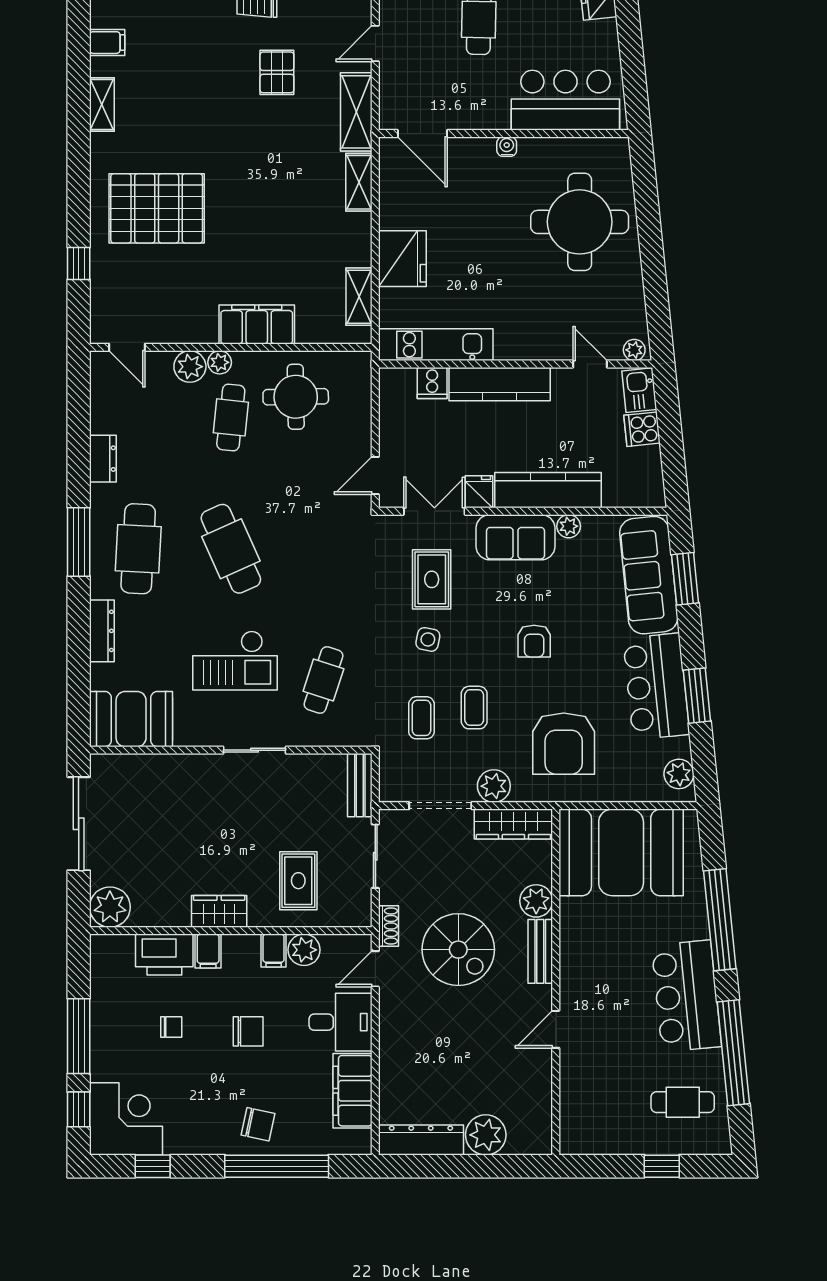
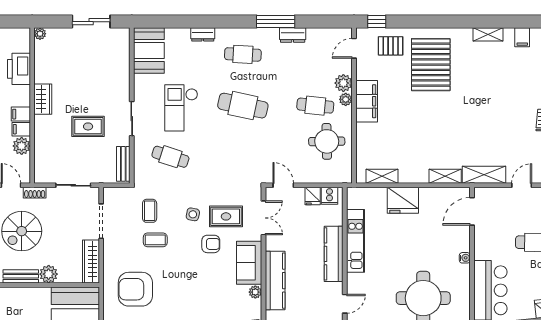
door: (375, 43) -> (522, 185), hinge flipped
pallet: (277, 72) -> (391, 46), moved
window: (79, 263) -> (377, 22), moved
filing cabinet: (257, 325) -> (367, 101), moved
kitchen unit: (436, 345) -> (356, 241), moved
cooker: (432, 383) -> (329, 196), moved, turned -90
fridge: (479, 492) -> (313, 196), moved, turned 90
window: (79, 542) -> (276, 22), moved
cafe table: (138, 549) -> (243, 54), width x0.73, depth x0.74
cafe table: (231, 549) -> (243, 106), turned 36
dresser: (102, 631) -> (203, 34), width x0.70
armchair: (534, 641) -> (211, 244), moved, turned 180
coffee table: (421, 718) -> (150, 211), turned 90
bench: (360, 785) -> (123, 164), moved, turned 90
plant: (494, 786) -> (112, 251), removed
sliding door: (79, 824) -> (91, 22), width x0.73
rug: (298, 881) -> (88, 126), moved
plant: (110, 907) -> (40, 34), width x0.53, depth x0.53
filing cabinet: (208, 951) -> (21, 114), moved

